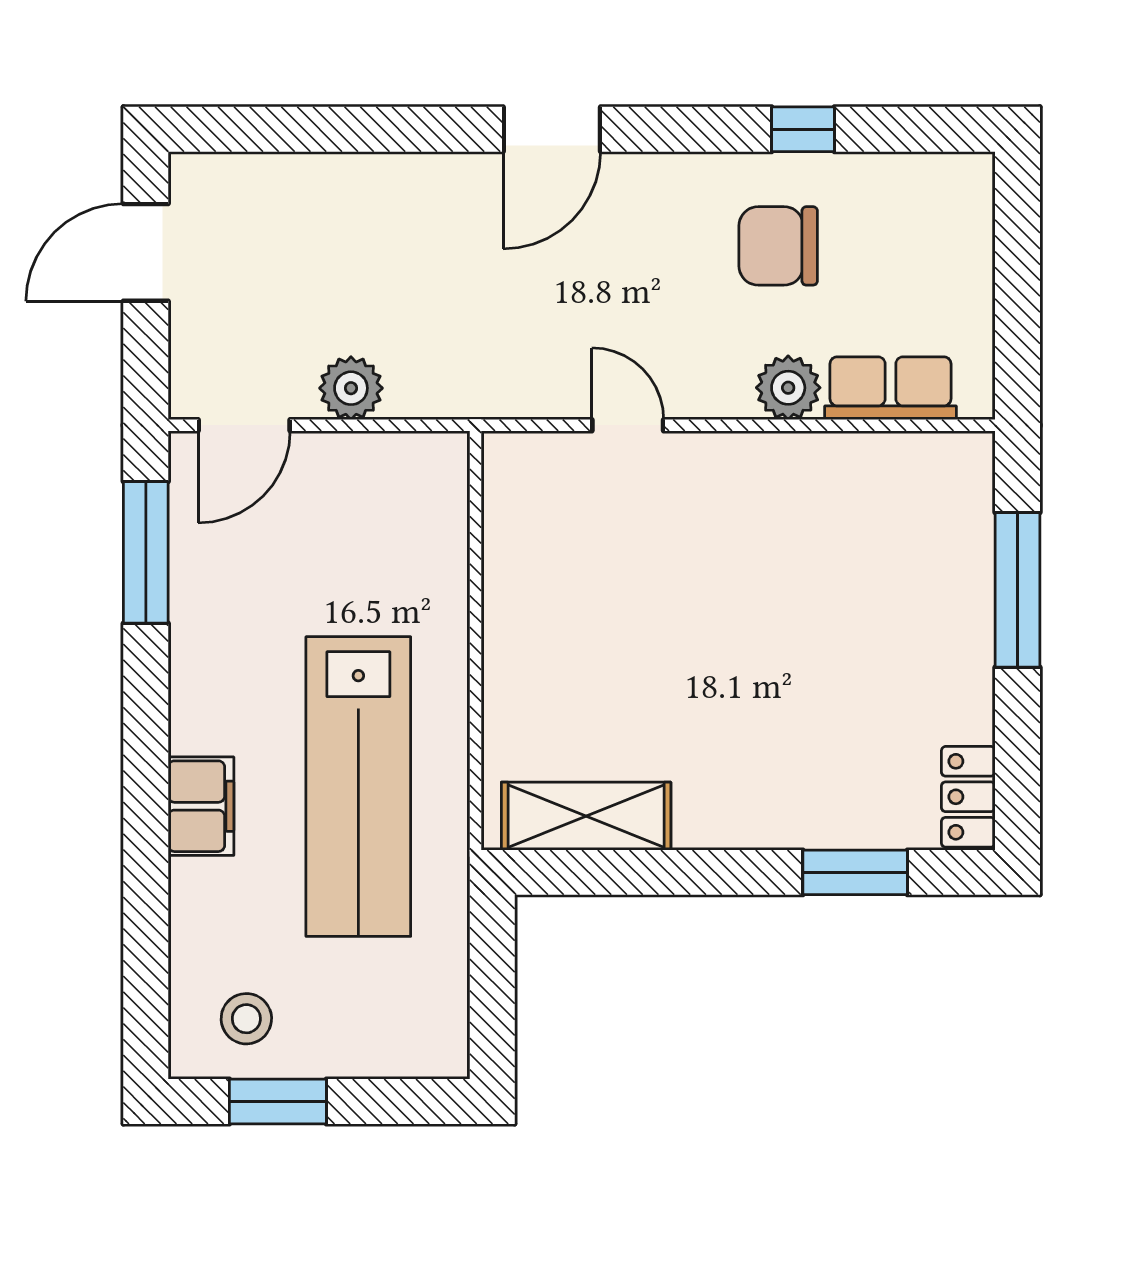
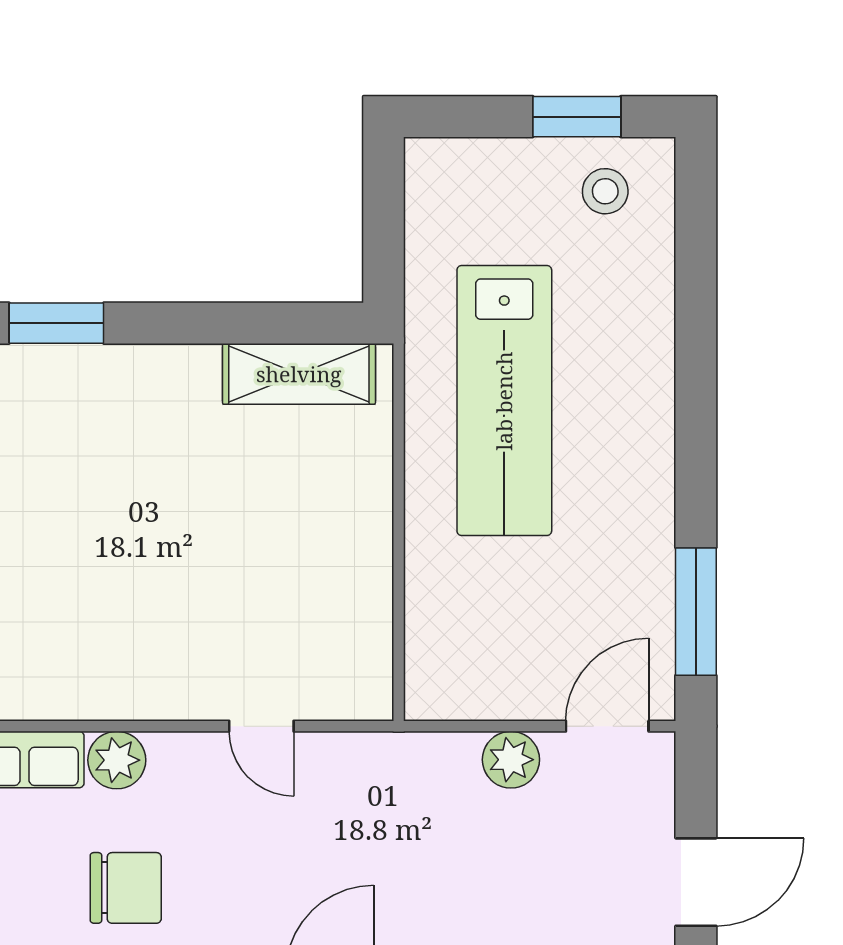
lab bench: (358, 787) -> (504, 401), turned 180
filing cabinet: (201, 806) -> (646, 383), removed

